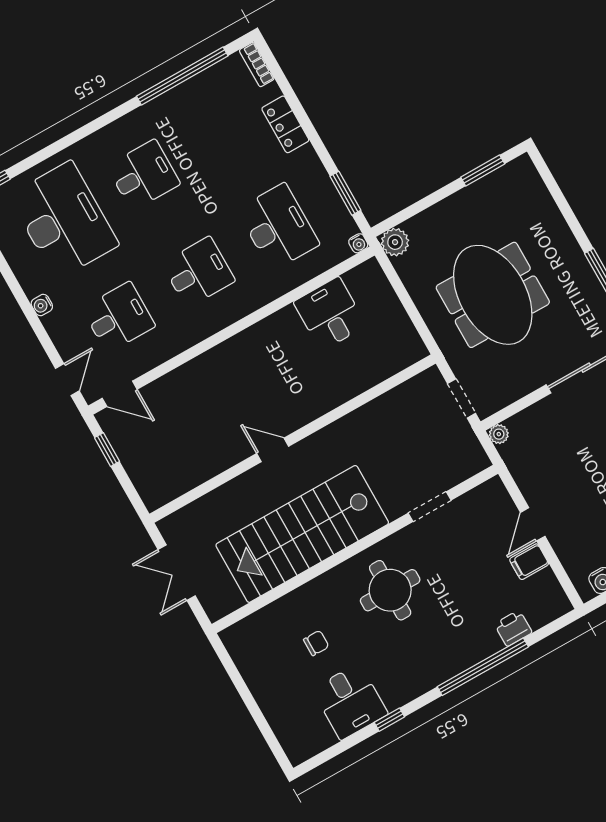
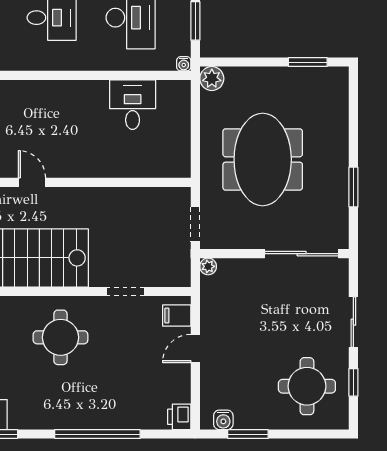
filing cabinet: (529, 562) -> (177, 316), moved
printer: (513, 628) -> (179, 417), moved, turned -90

